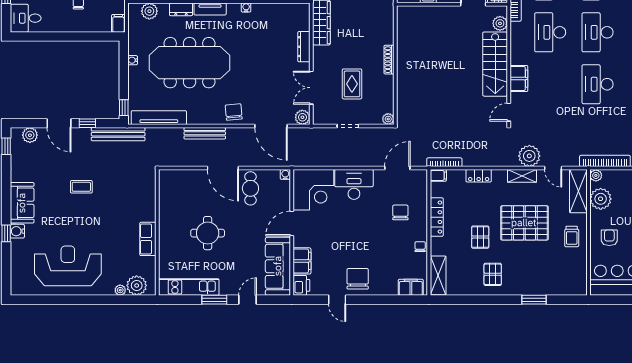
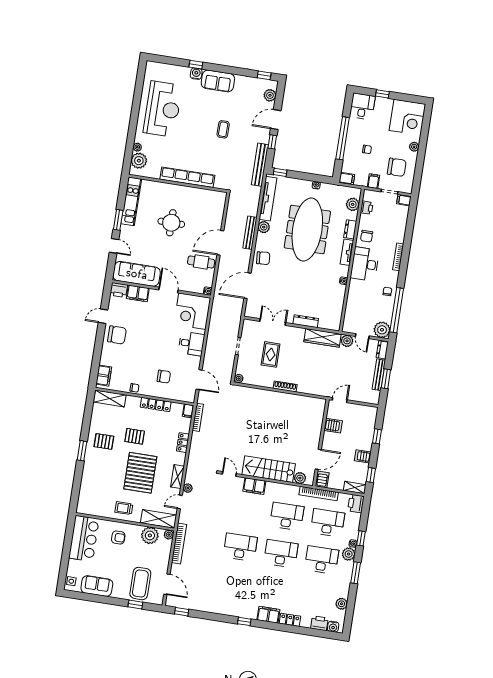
window: (69, 37) -> (343, 138), added
rug: (352, 84) -> (271, 354), turned 90
plant: (302, 117) -> (264, 227), moved
plant: (529, 156) -> (188, 488), width x0.53, depth x0.53
desk: (354, 185) -> (191, 344), width x0.73
row of seats: (148, 239) -> (187, 177), width x2.02
window: (534, 300) -> (82, 451), moved

